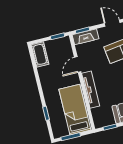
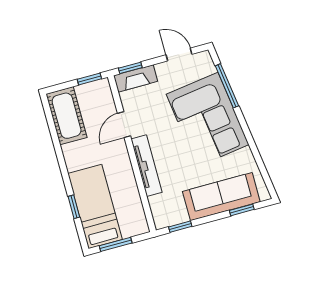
cot: (40, 54) -> (67, 116), width x1.37, depth x1.34
bed: (75, 110) -> (95, 207), moved

